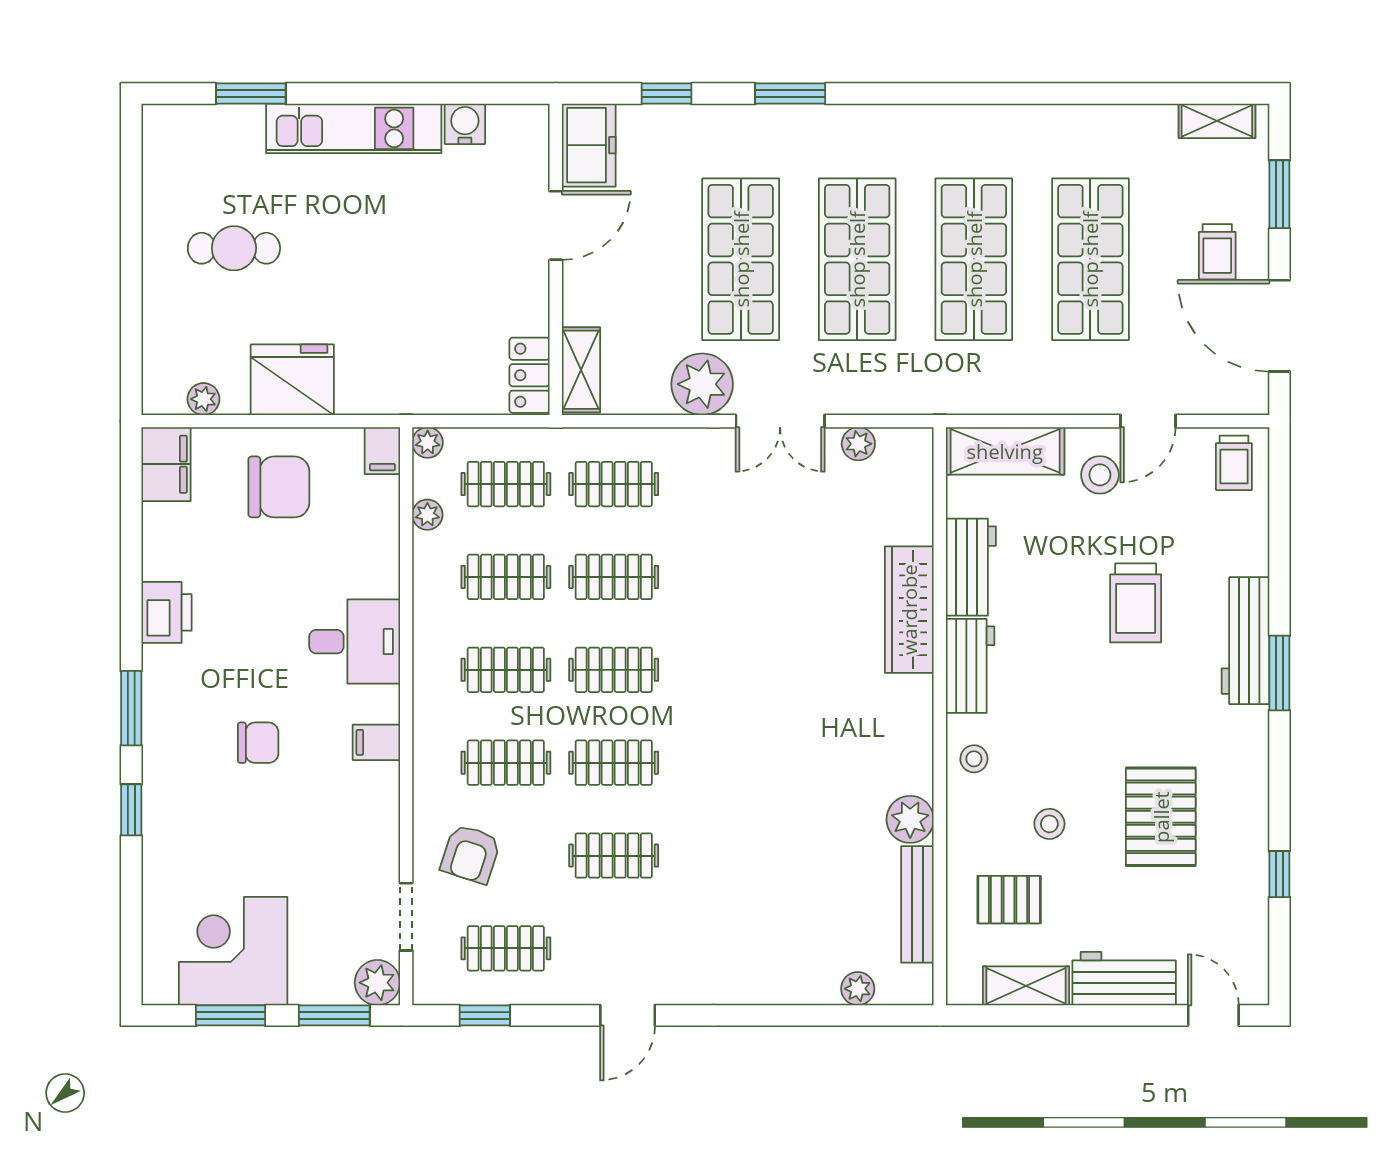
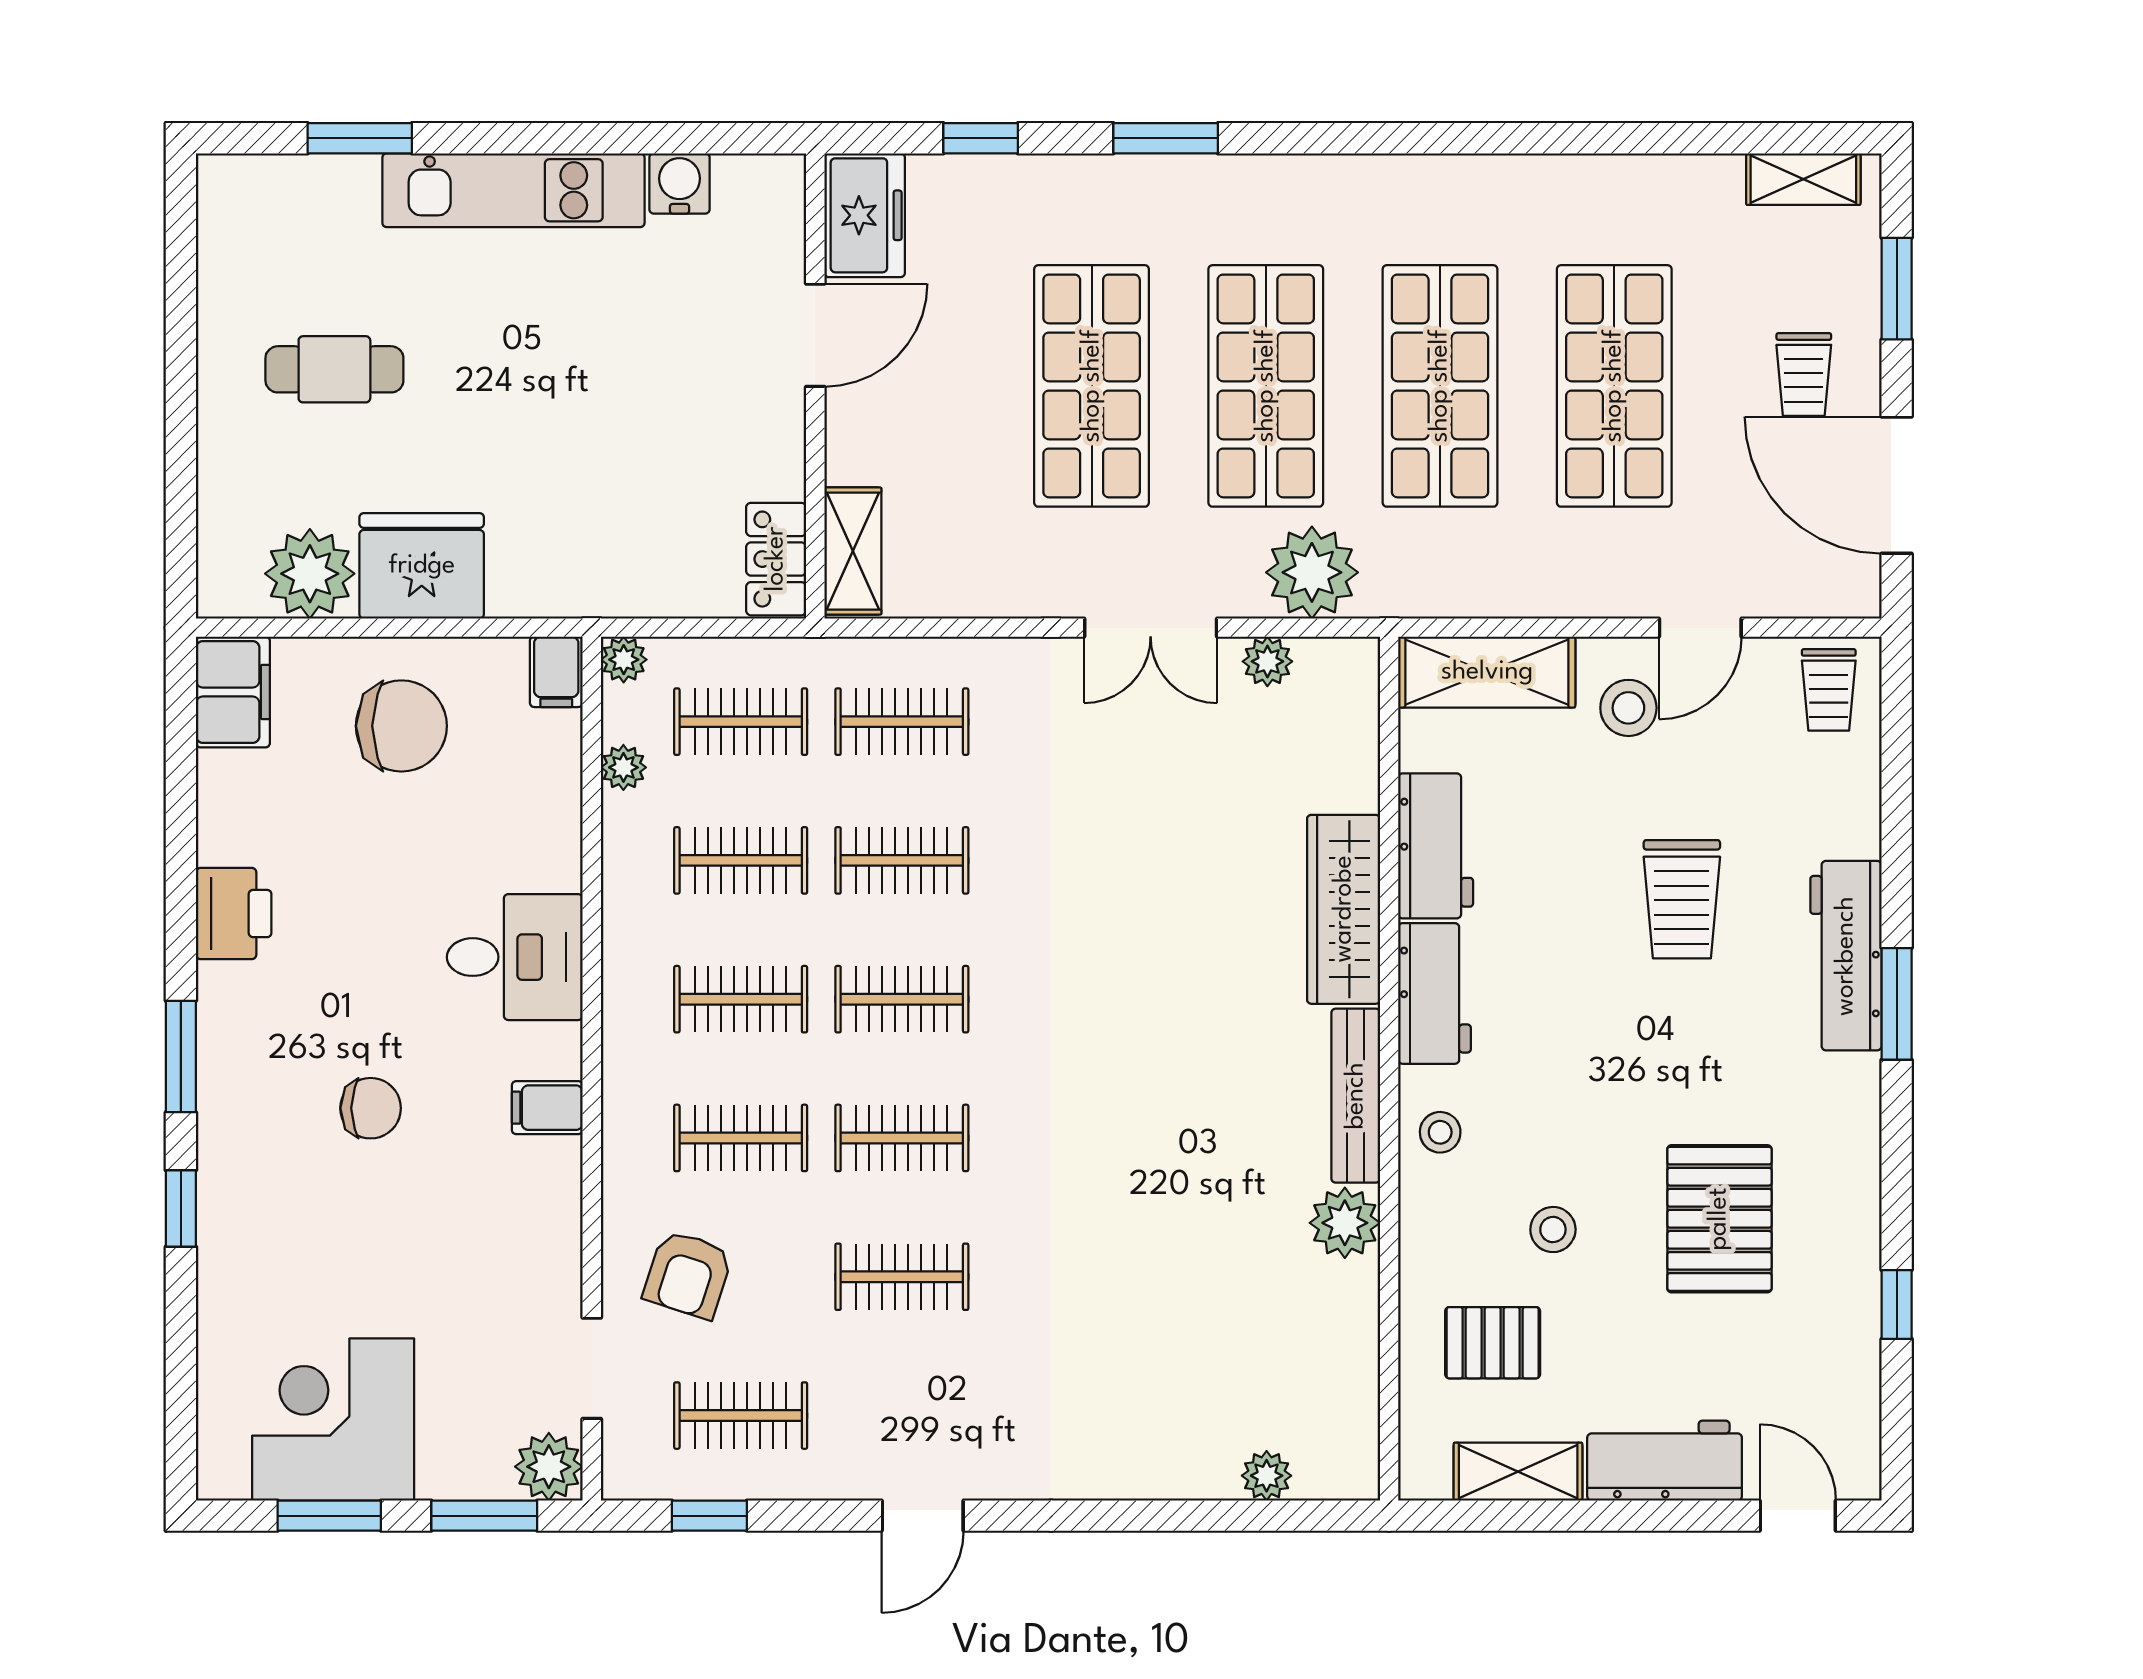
plant: (702, 384) -> (1312, 572), moved
plant: (203, 399) -> (310, 574), width x1.88, depth x1.88
bench: (917, 904) -> (1356, 1096), moved

